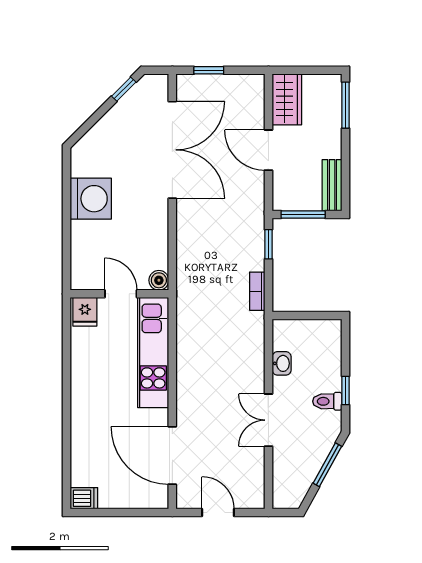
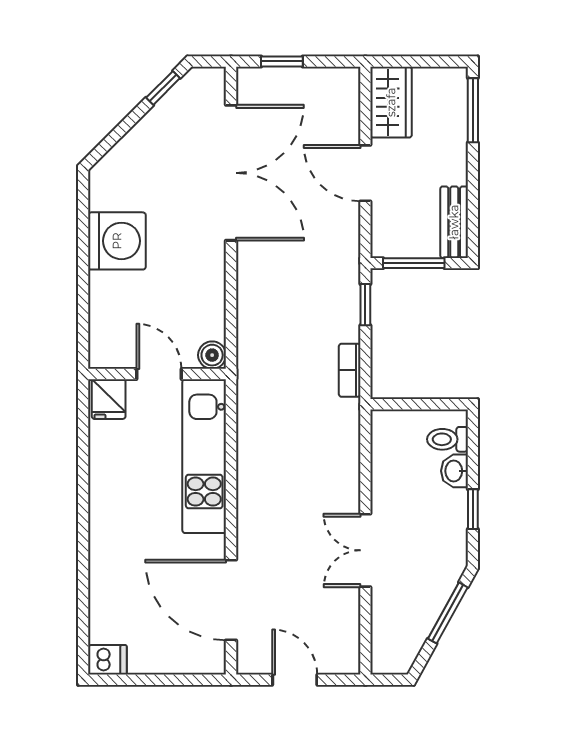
washbasin: (282, 363) -> (455, 471), moved, turned 180
toilet: (327, 401) -> (448, 439), moved

